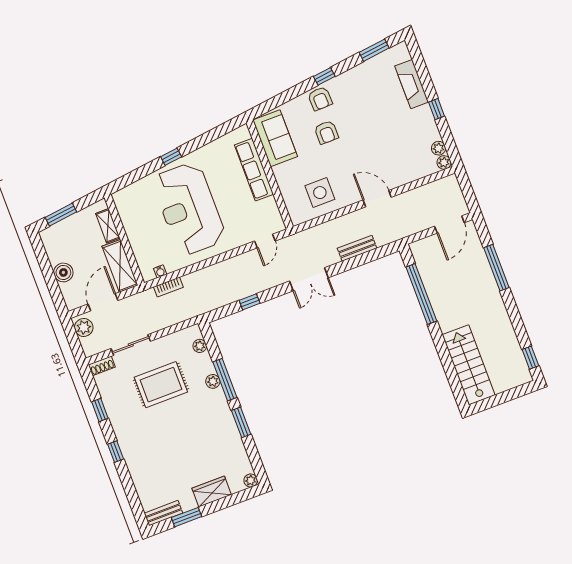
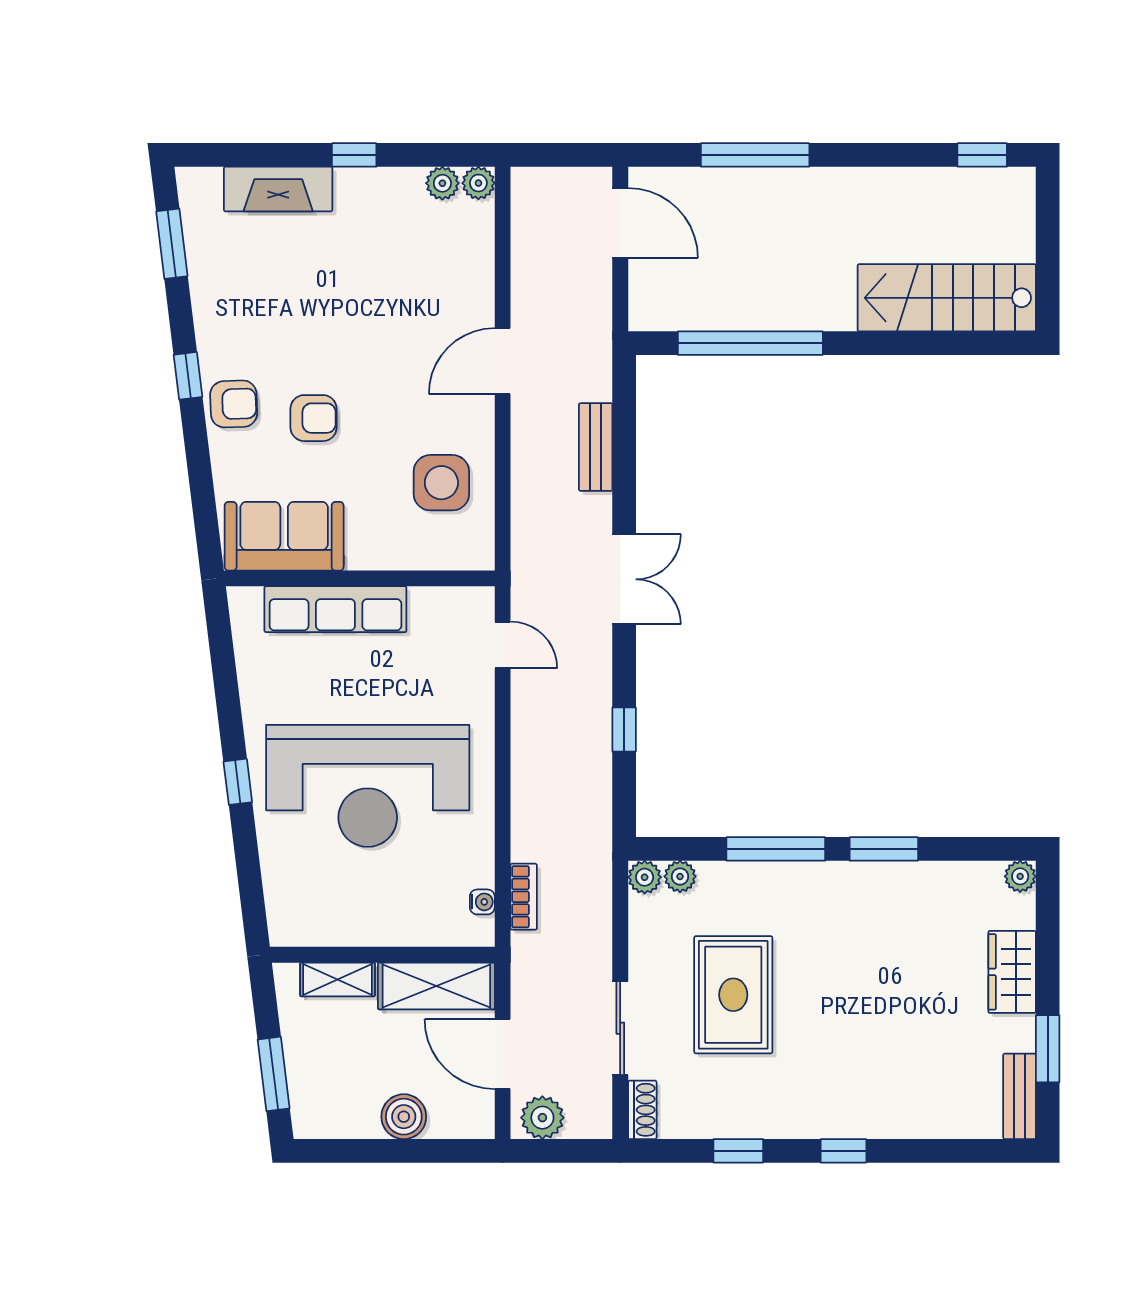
plant: (213, 381) -> (645, 877), moved

